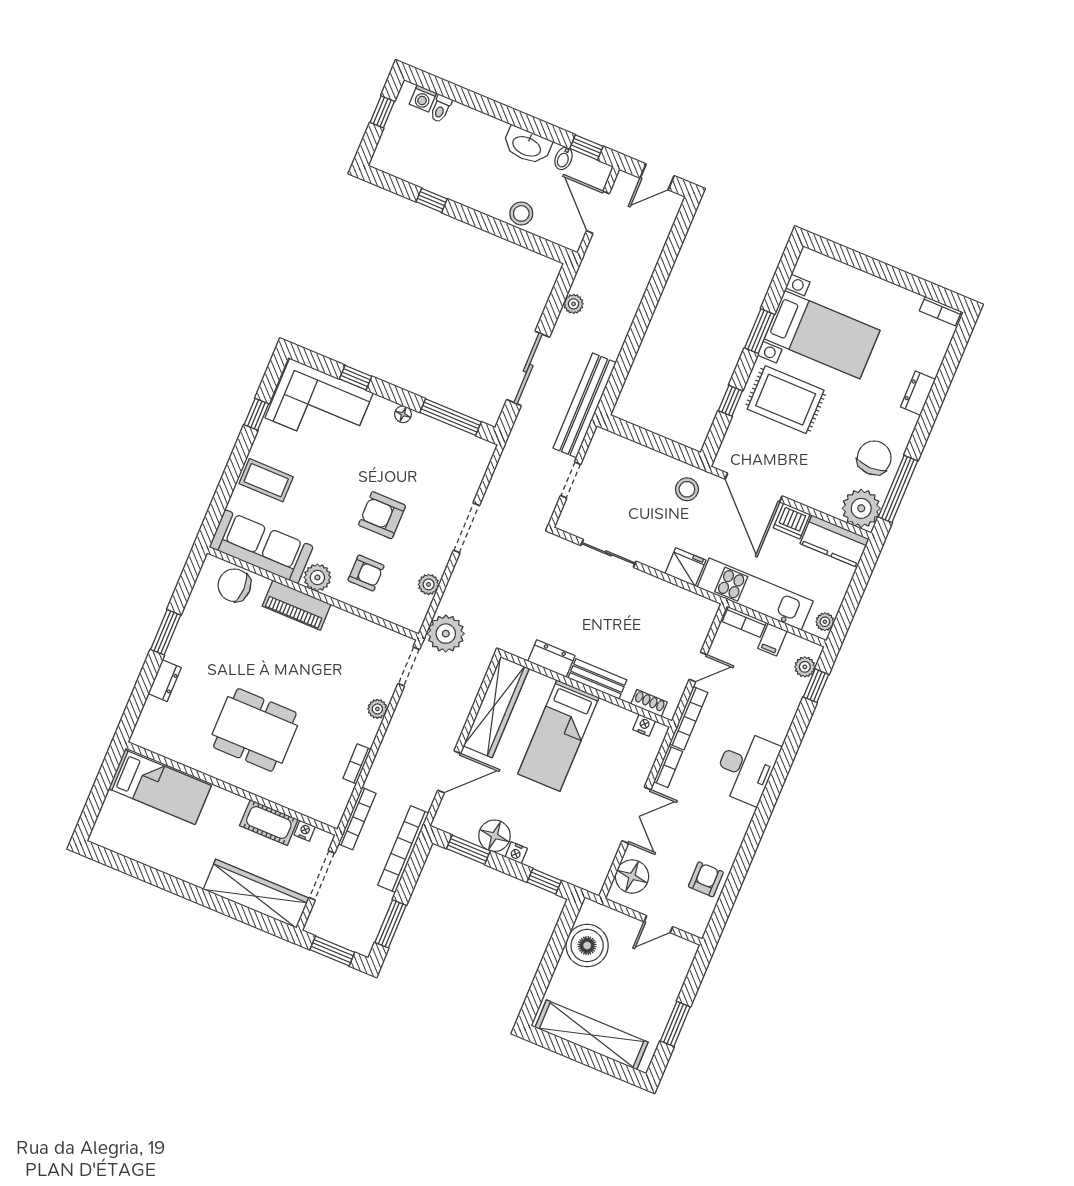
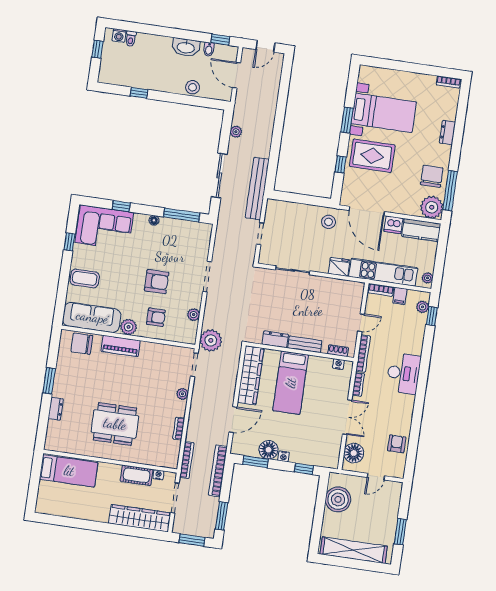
armchair: (382, 515) -> (157, 282), turned 180

